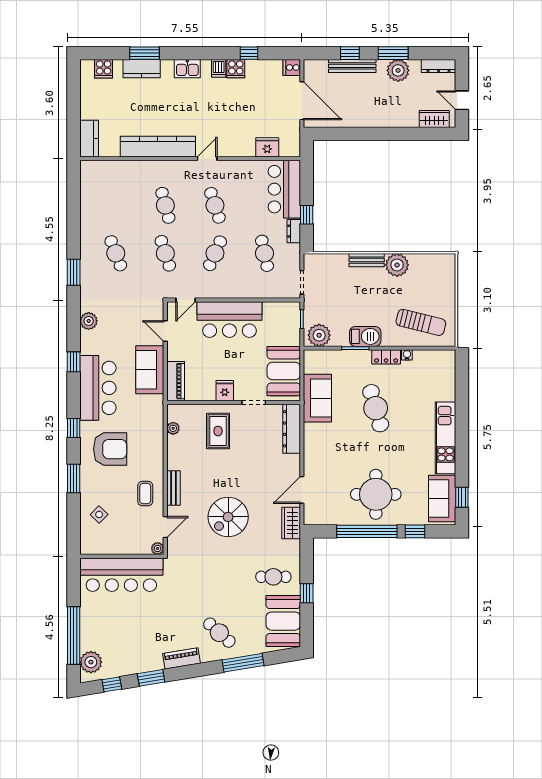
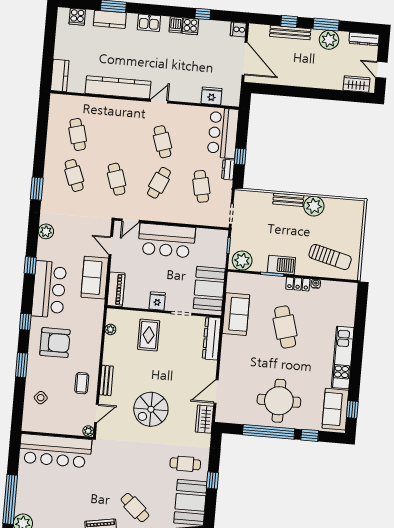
cafe table: (165, 205) -> (78, 134), moved

